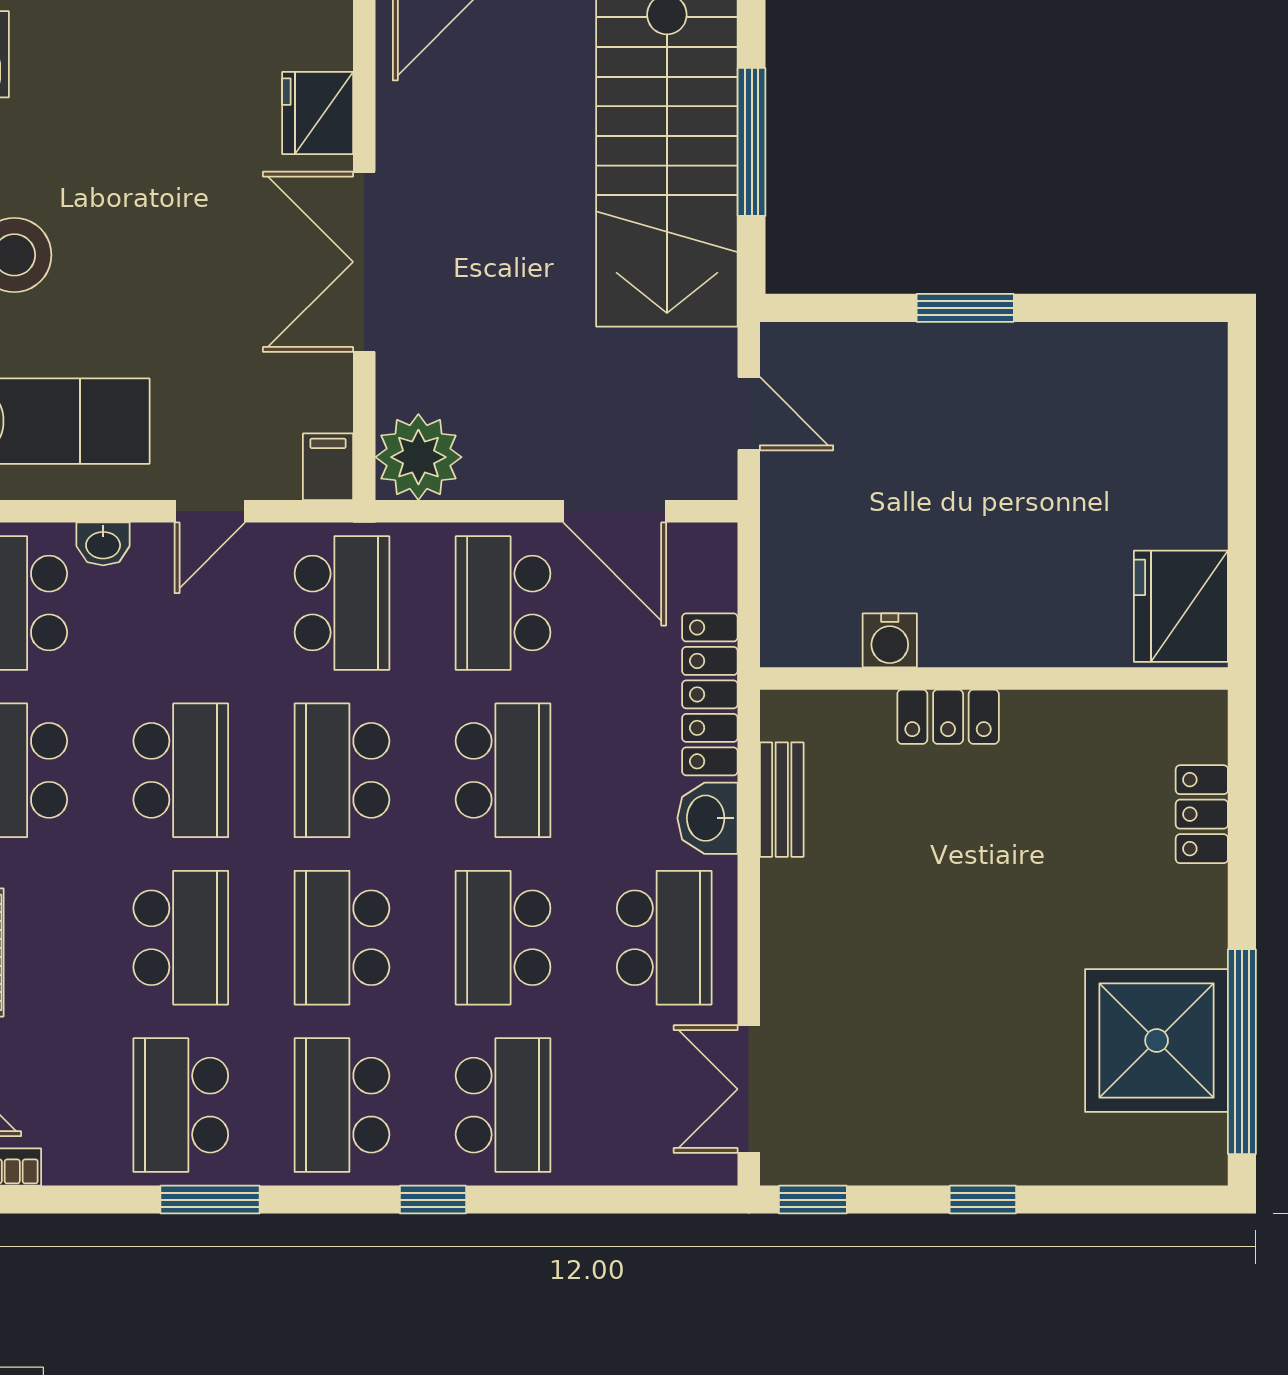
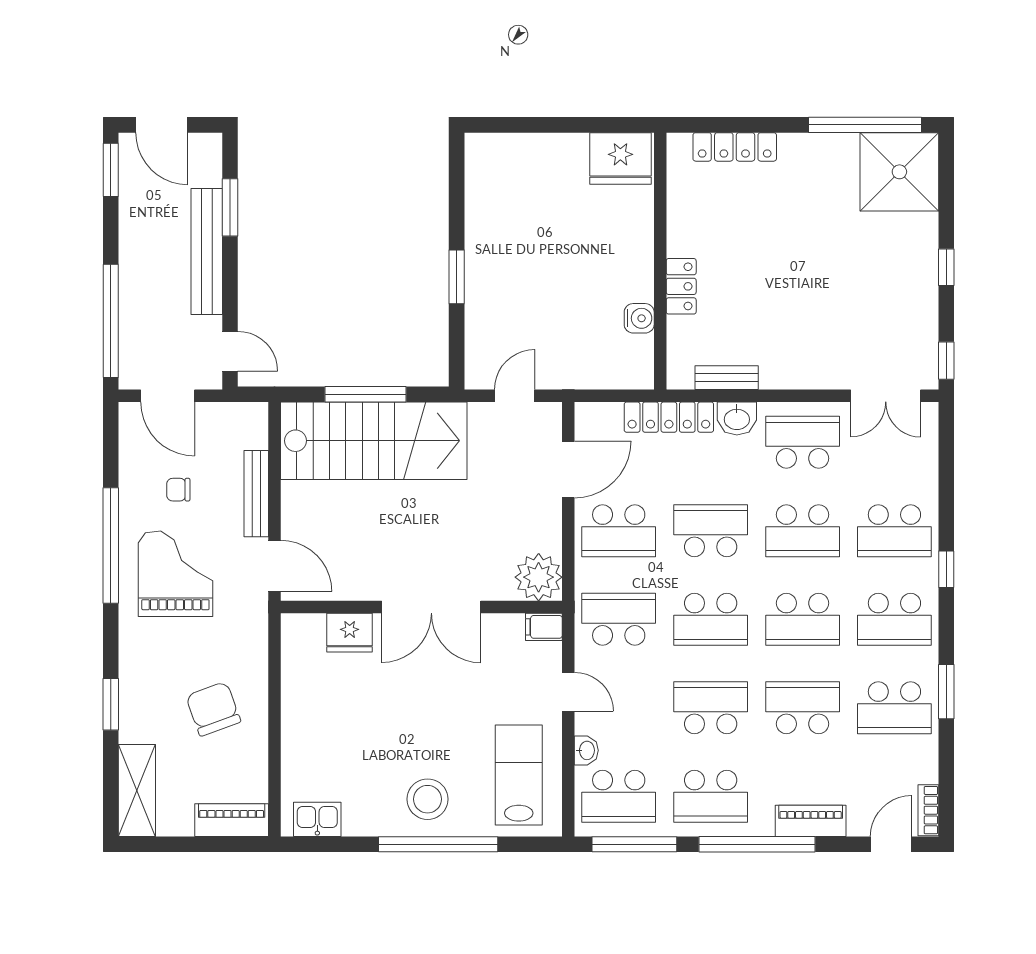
locker: (1202, 814) -> (735, 147), width x1.53
shower: (1157, 1040) -> (899, 172), moved
school desk: (503, 1105) -> (894, 531), turned 180

